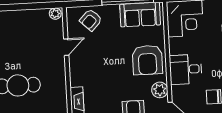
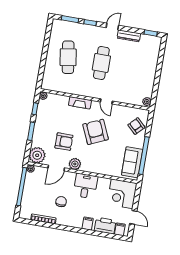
door: (66, 47) -> (106, 101), moved
armchair: (147, 60) -> (96, 132), moved, turned 66

